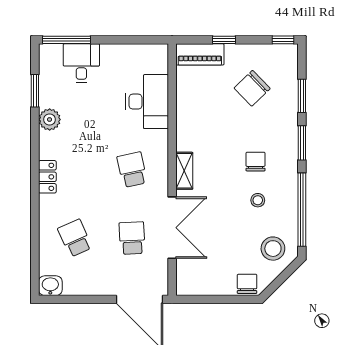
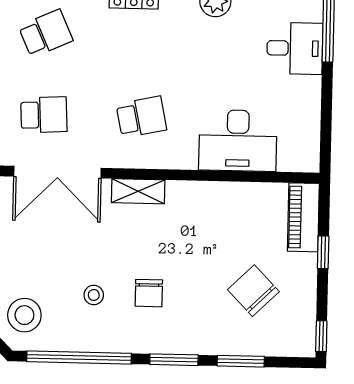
chair: (256, 162) -> (149, 293), turned 90

